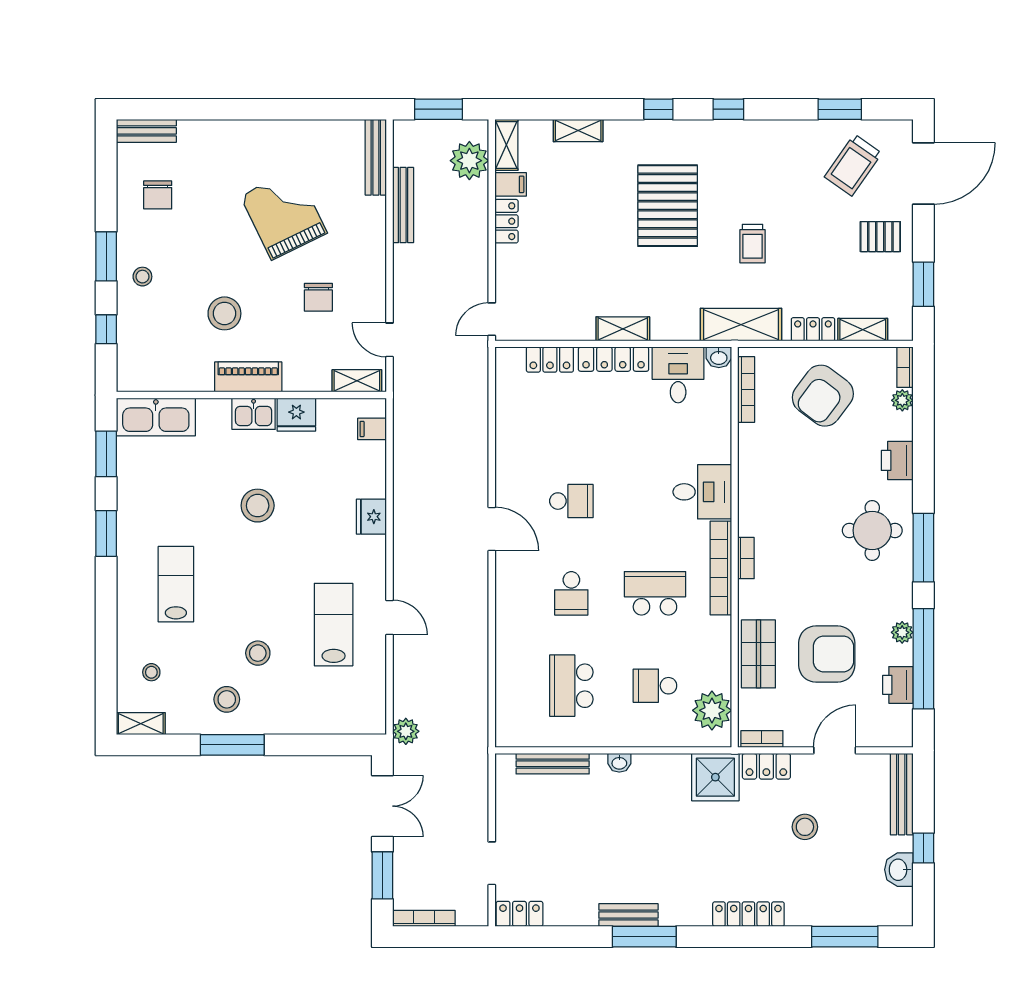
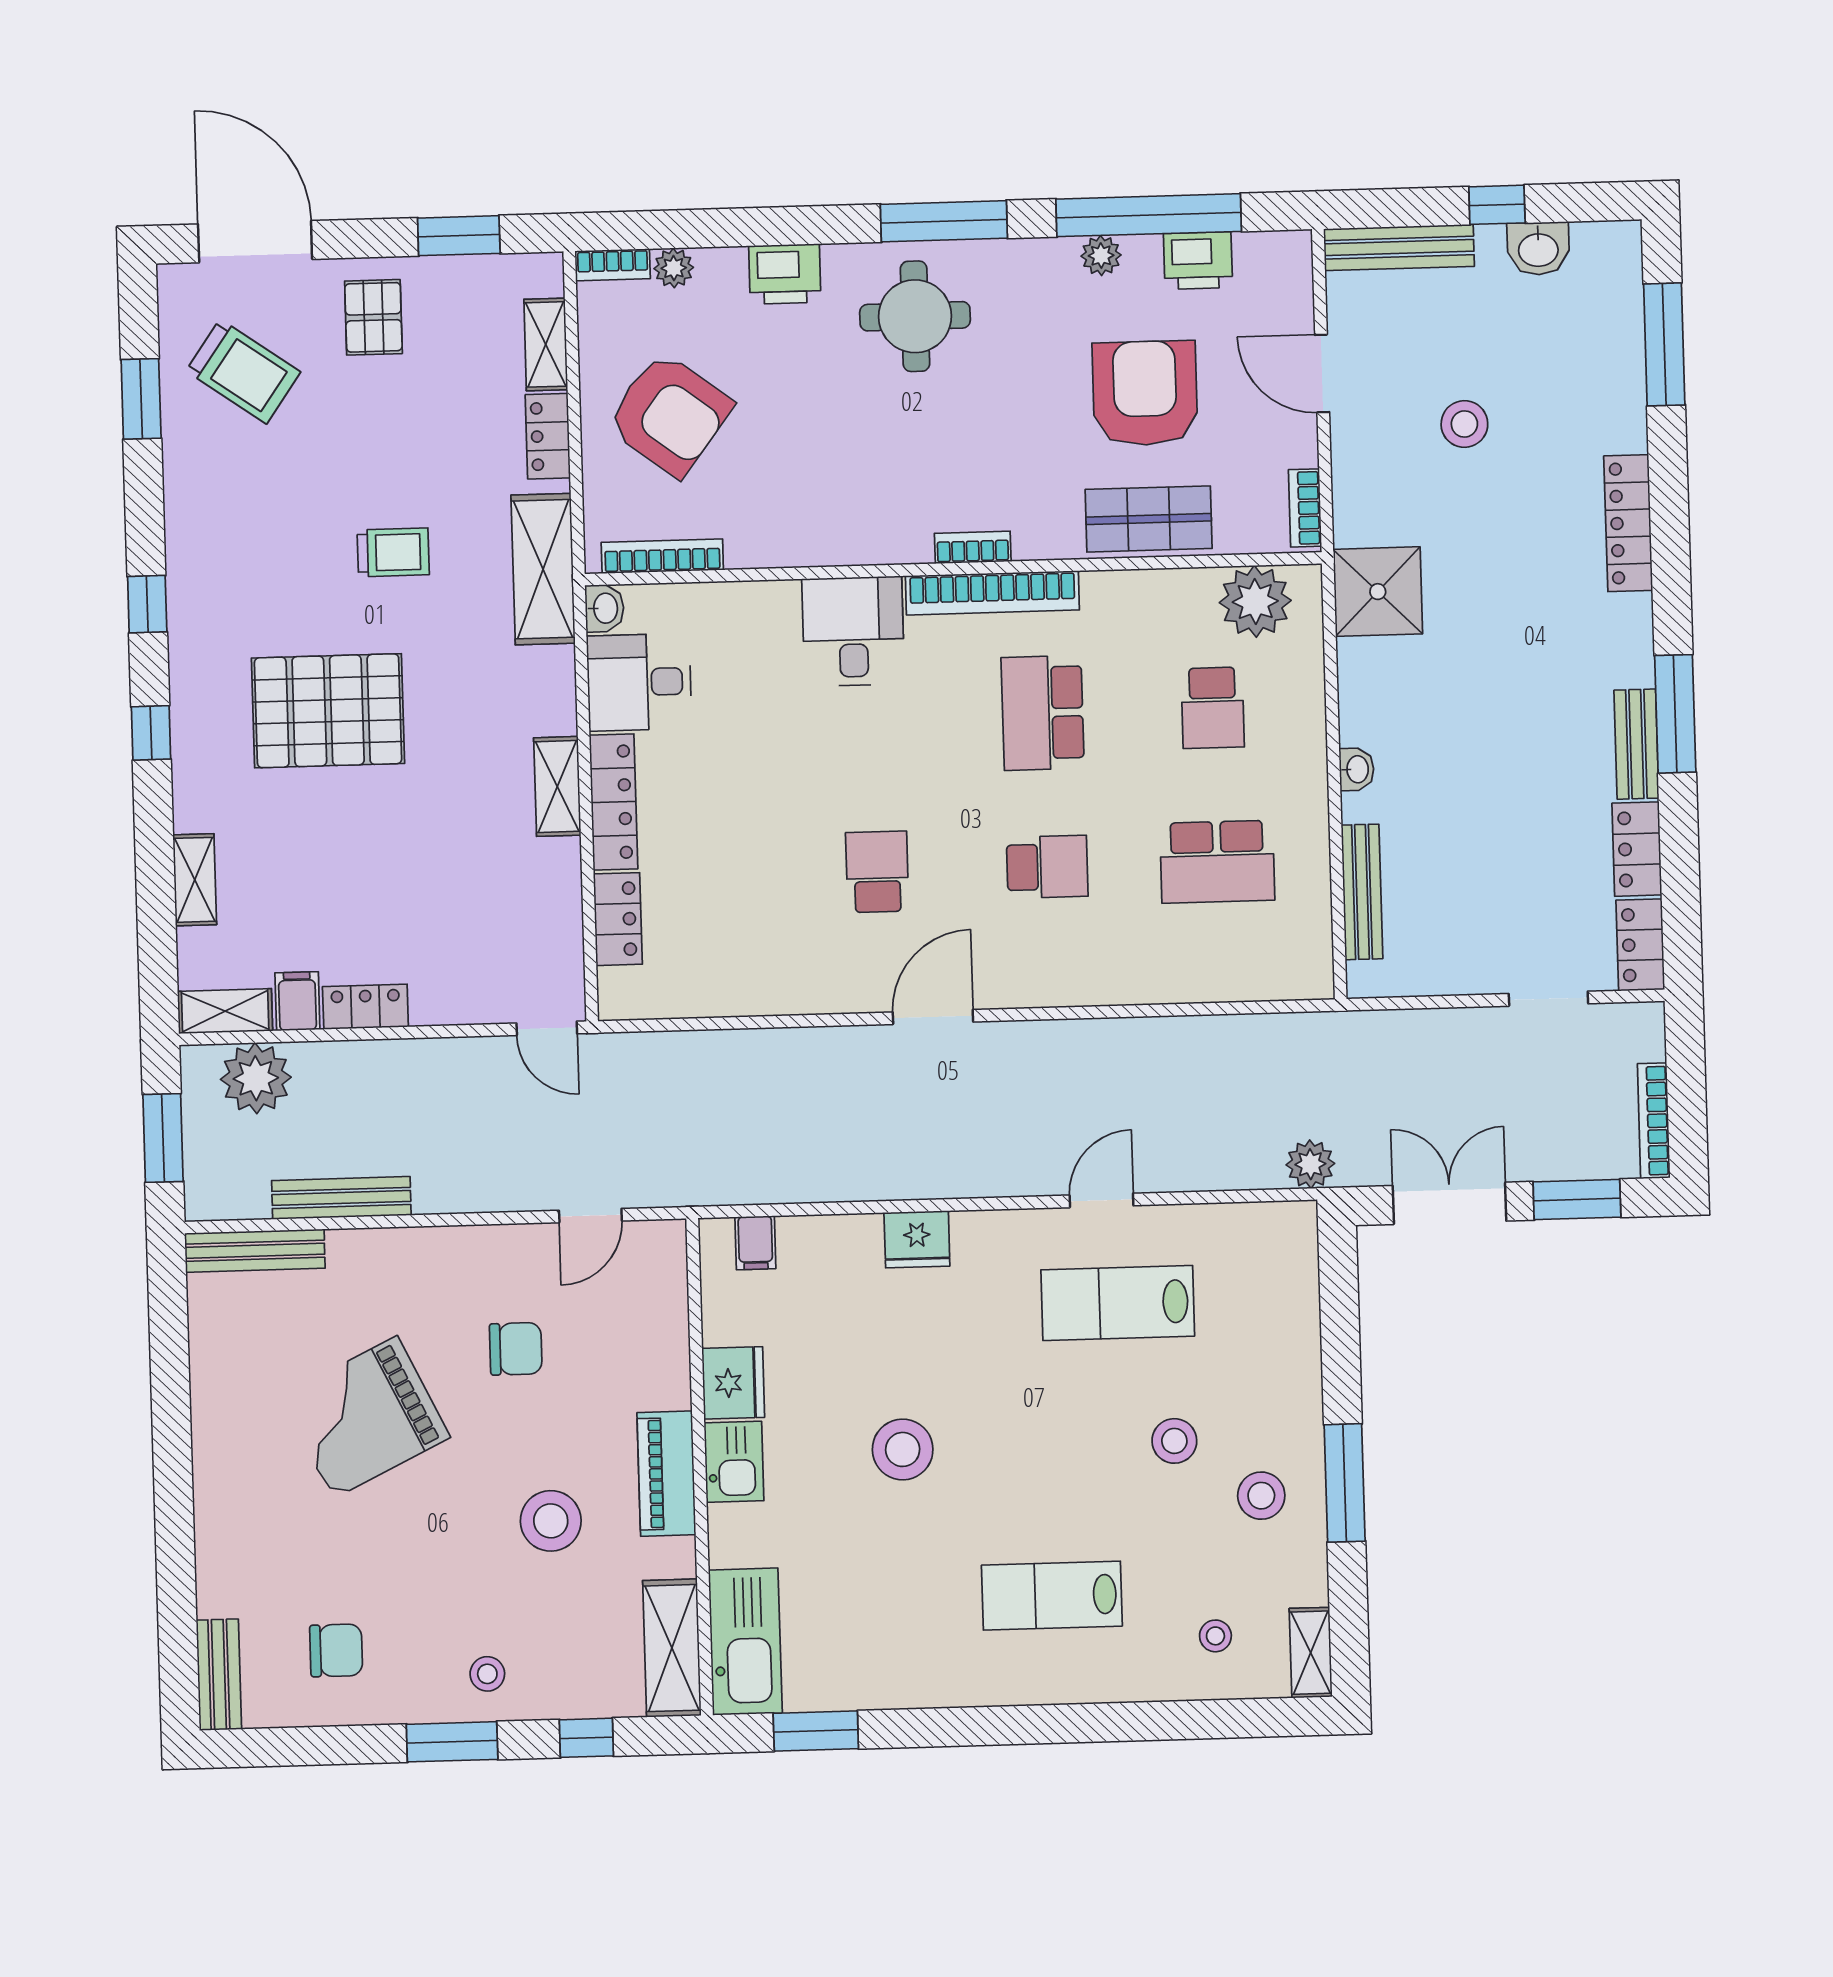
shelving: (357, 381) -> (672, 1648), moved, width x1.50, depth x1.33
window: (106, 533) -> (962, 1727), removed
locker: (766, 766) -> (1637, 849), moved, turned 180

